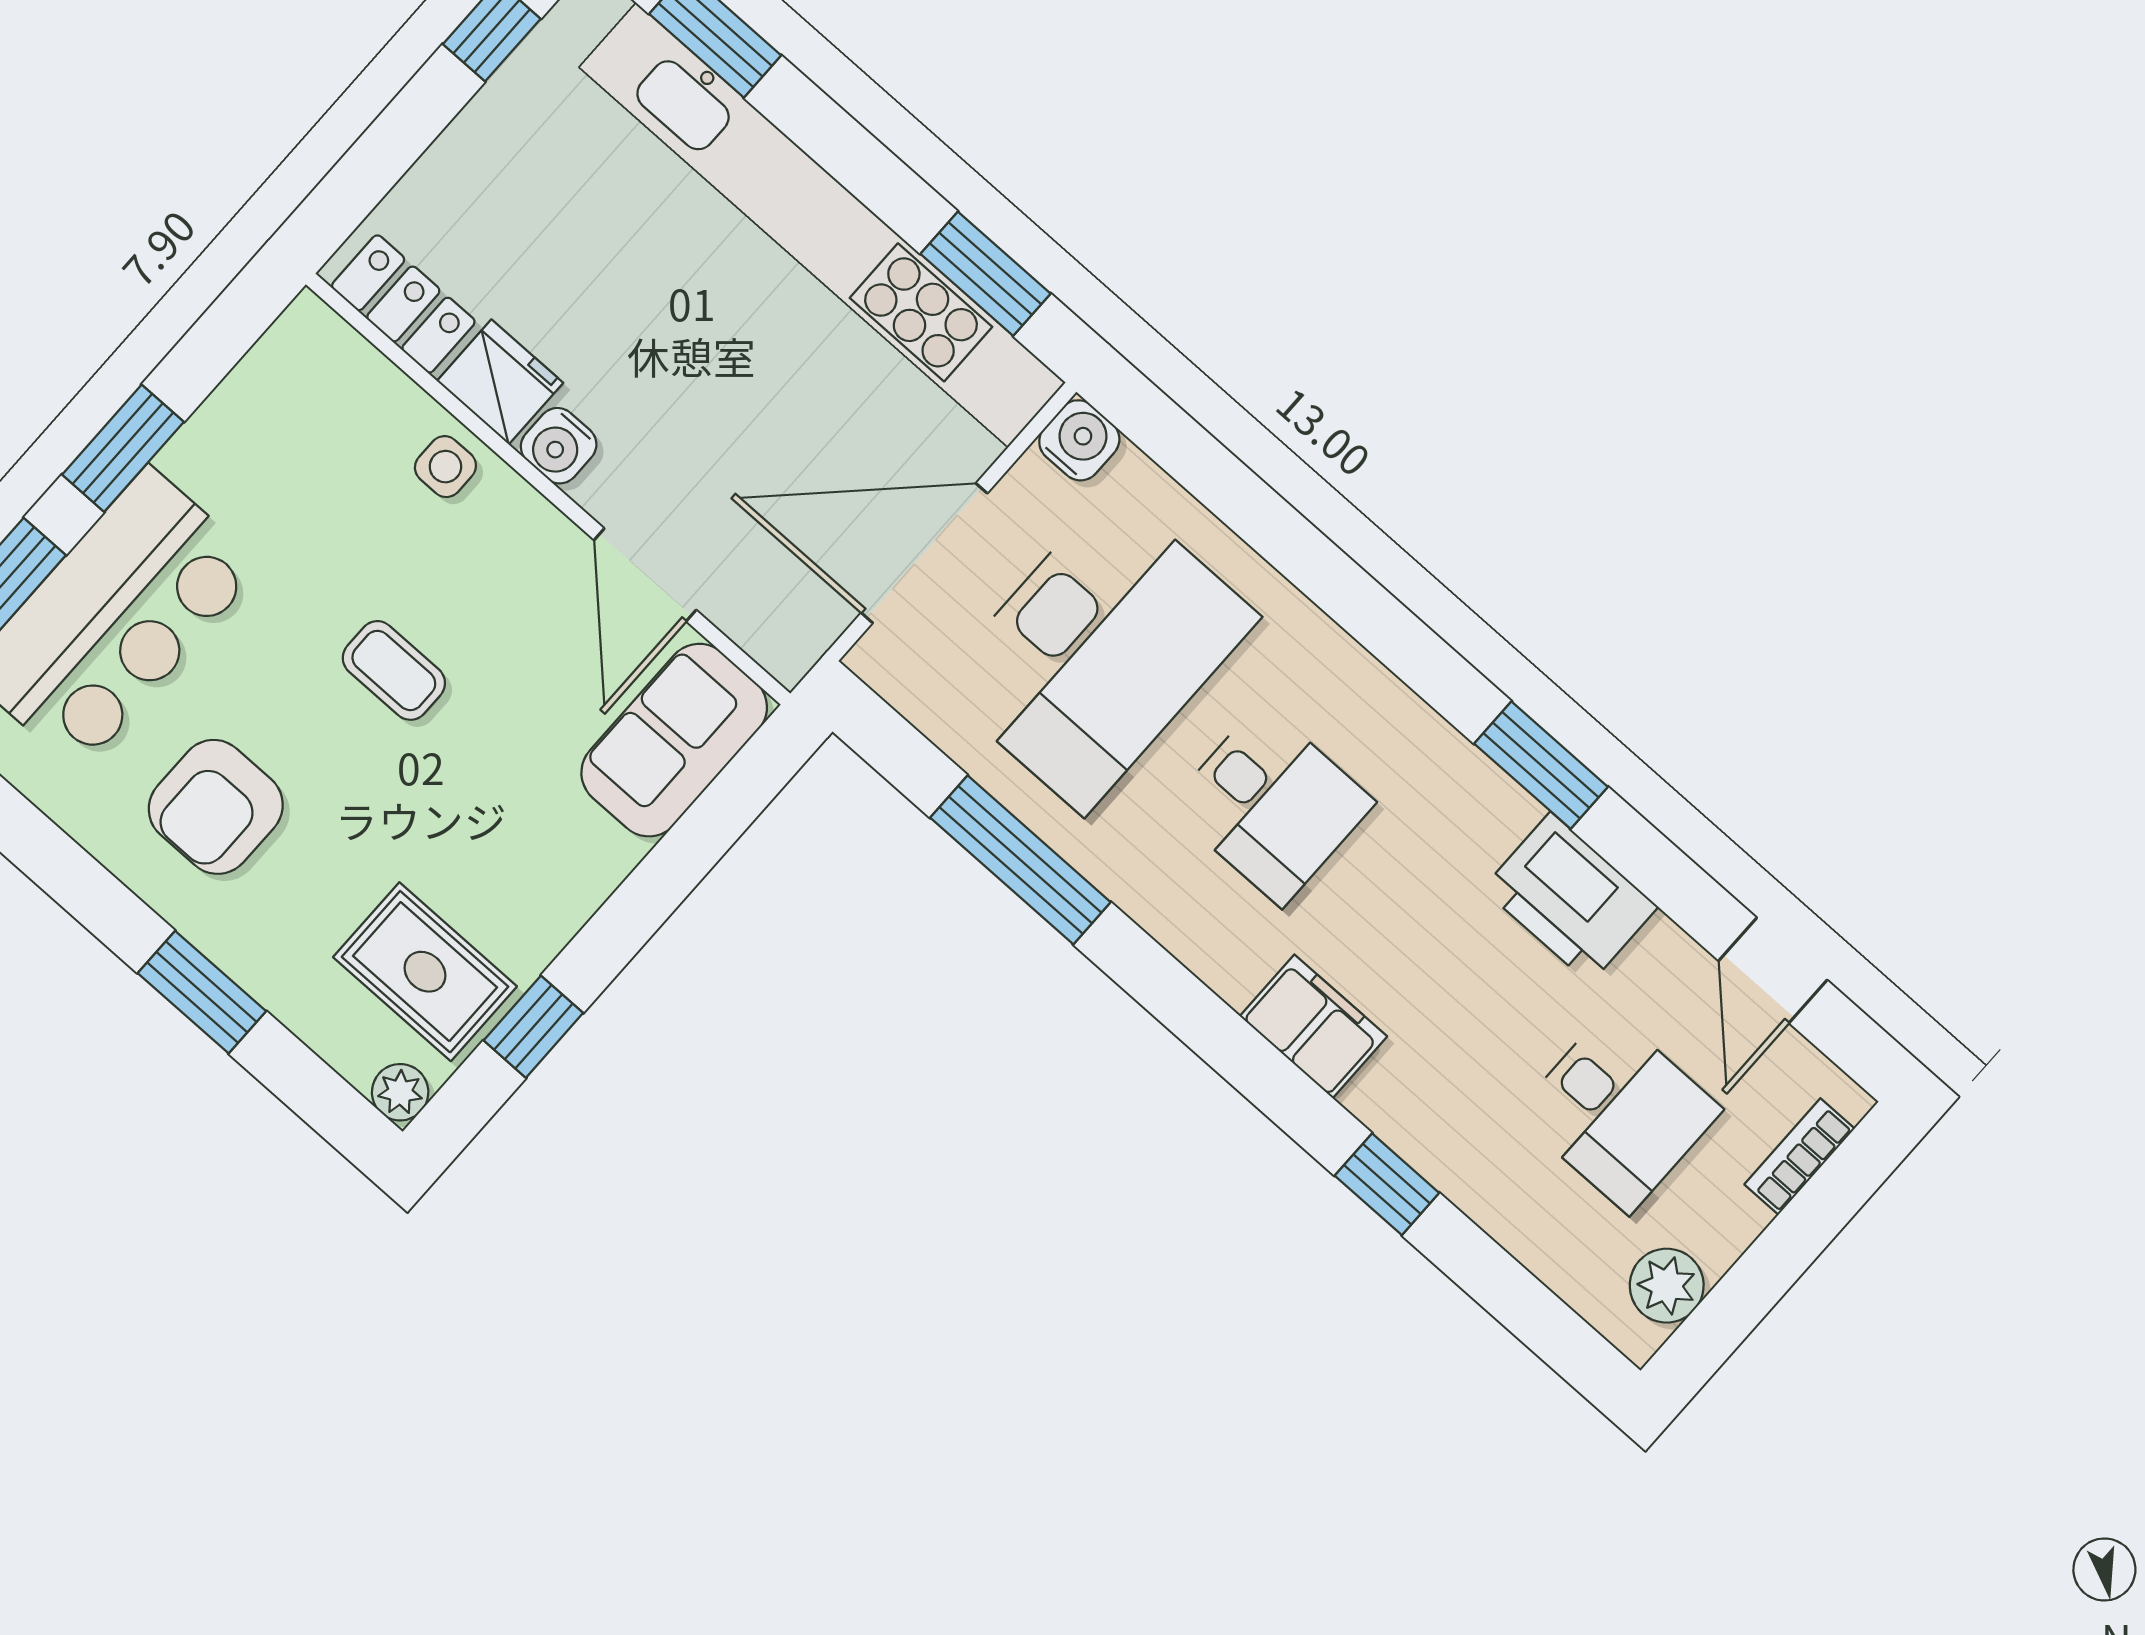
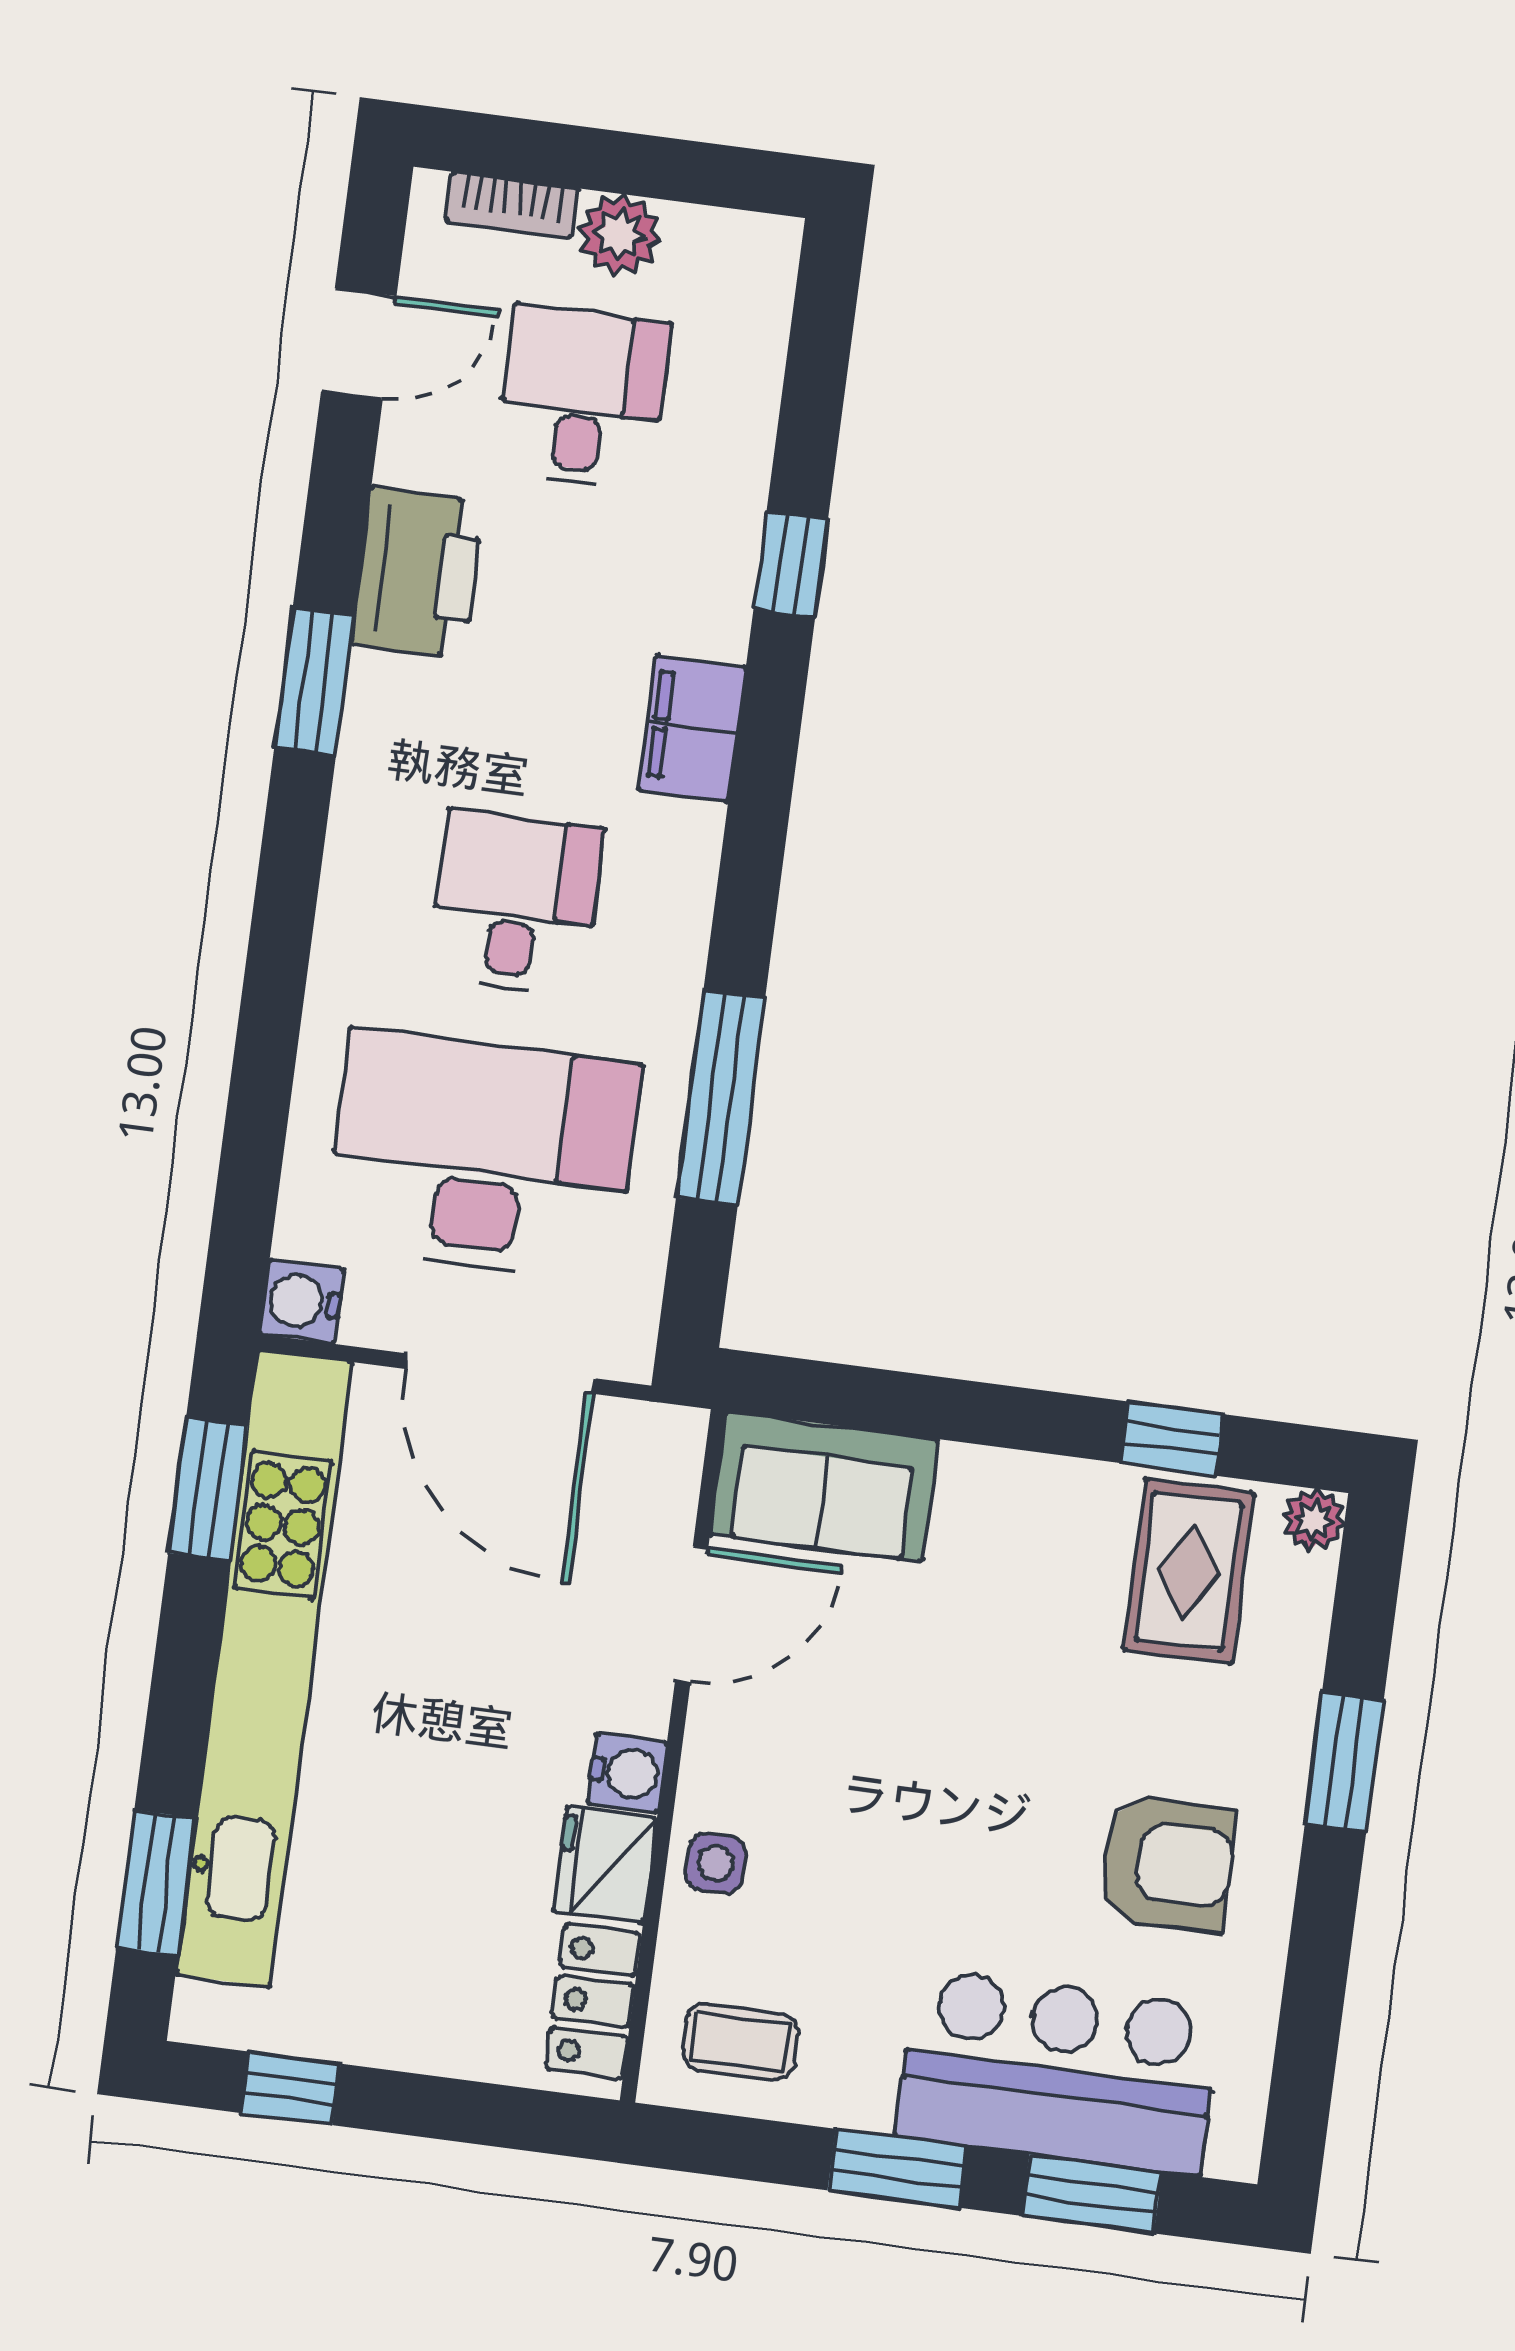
coffee table: (394, 670) -> (740, 2042), moved, turned 90
plant: (1667, 1286) -> (619, 235), moved

